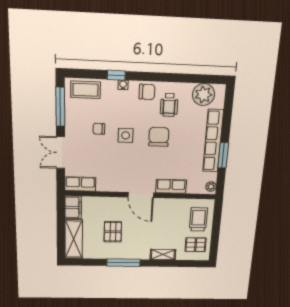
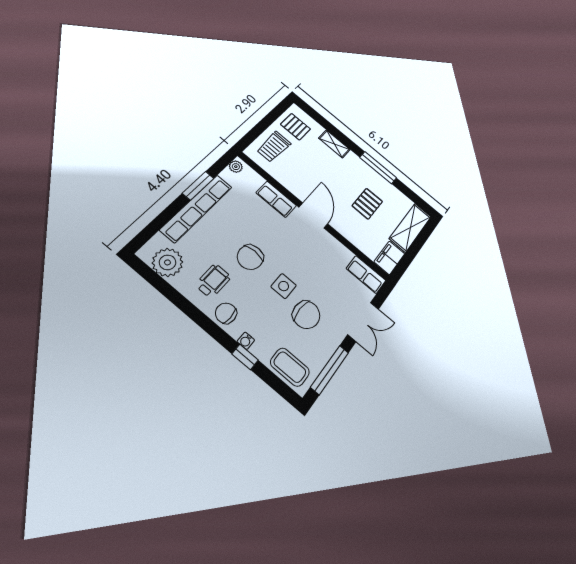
chair: (99, 129) -> (306, 315), width x1.87, depth x1.87

